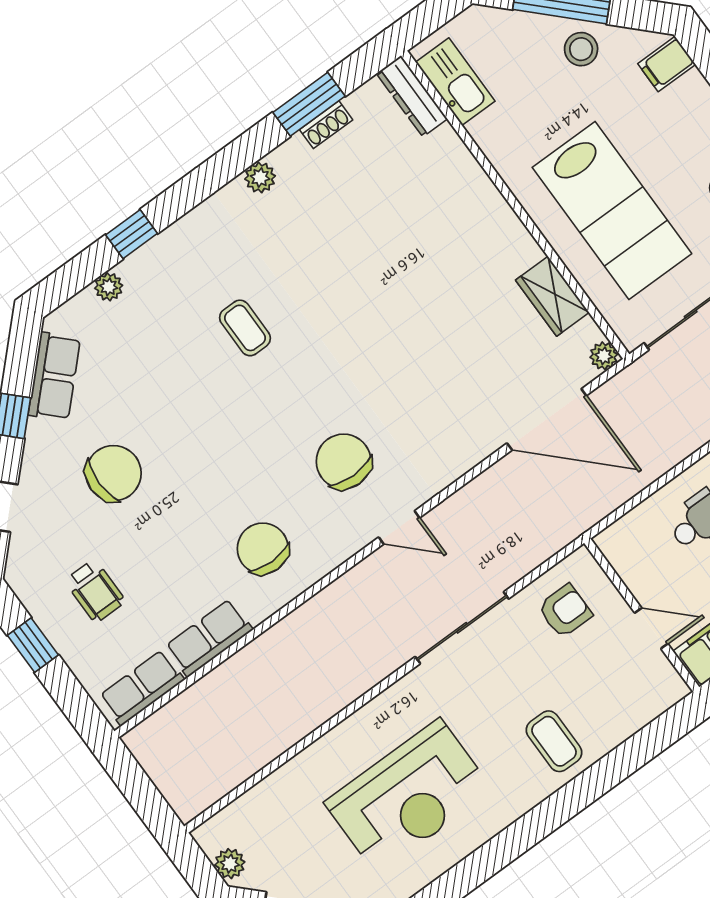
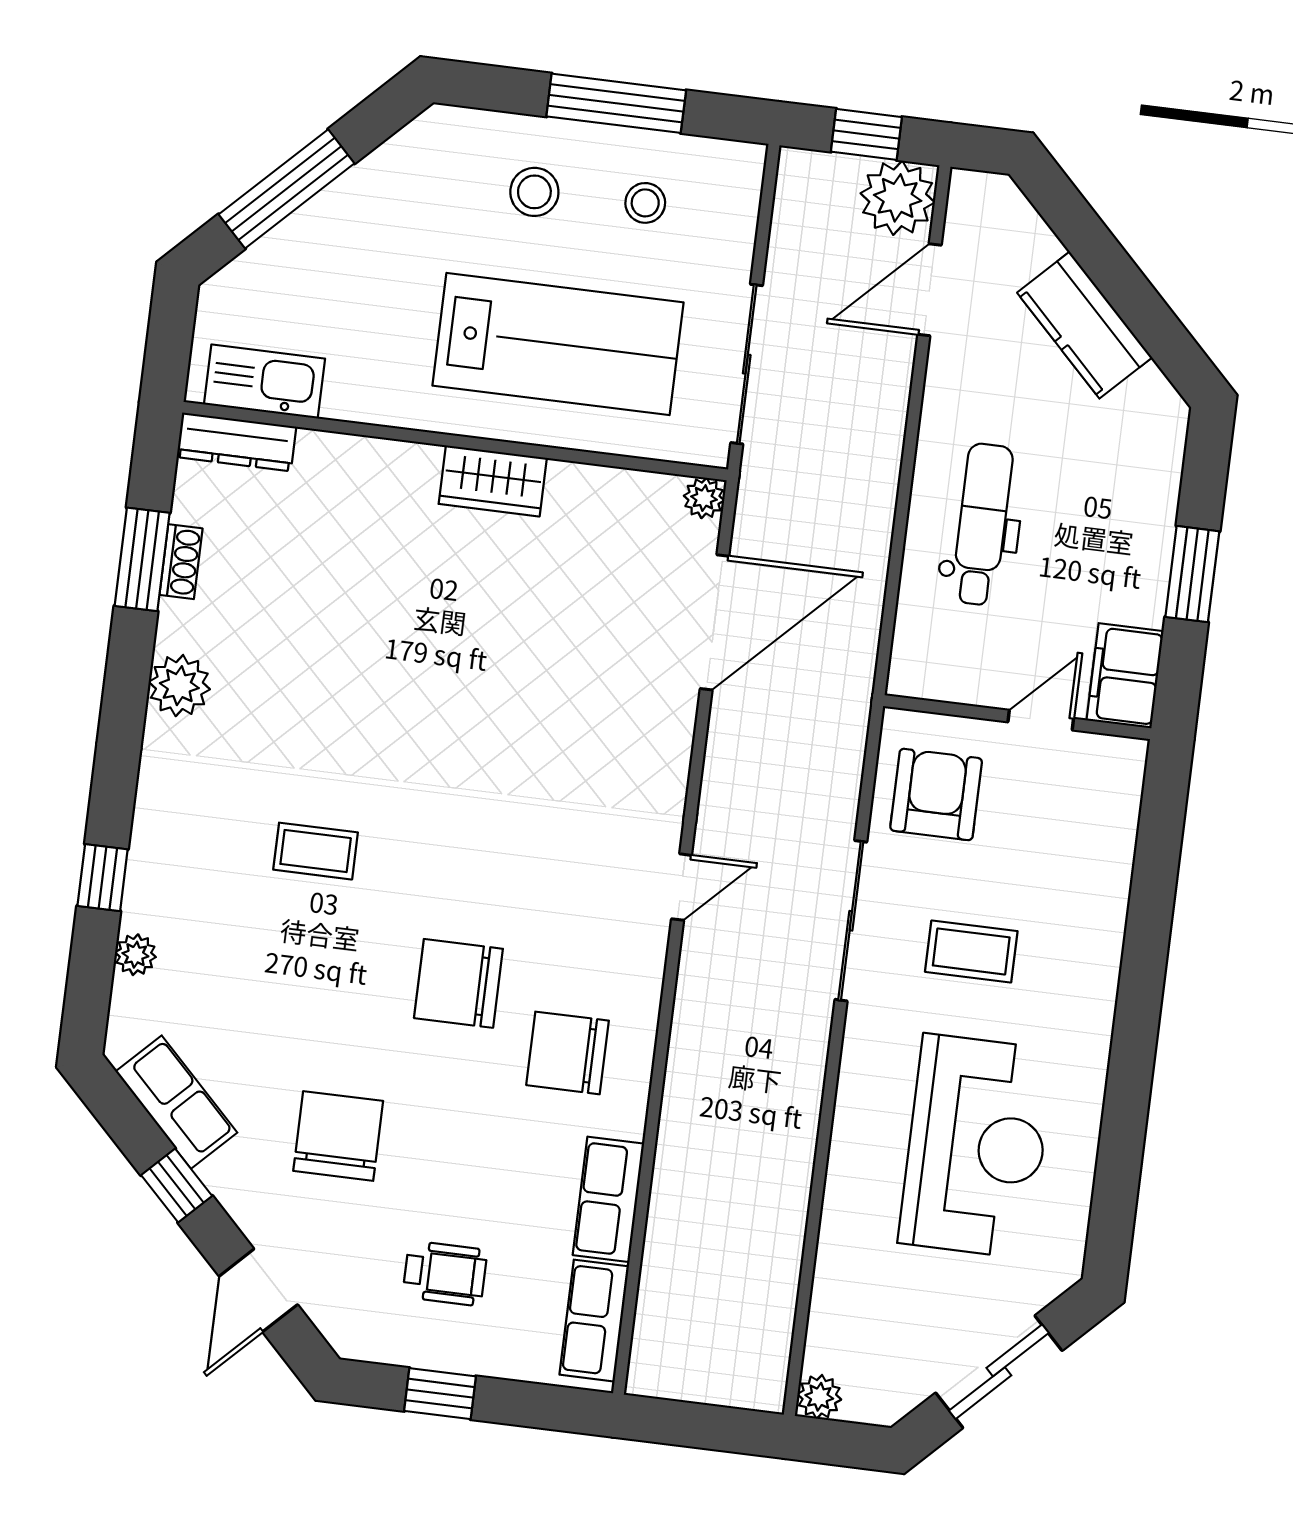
stool: (581, 49) -> (534, 192), moved
filing cabinet: (667, 64) -> (457, 139), removed
plant: (260, 178) -> (179, 686), width x1.38, depth x1.38
wardrobe: (552, 296) -> (493, 481), moved
chair: (344, 461) -> (458, 983), moved
armchair: (565, 611) -> (936, 794), width x1.38, depth x1.38
coffee table: (554, 741) -> (971, 951), moved
plant: (230, 864) -> (819, 1397), moved

